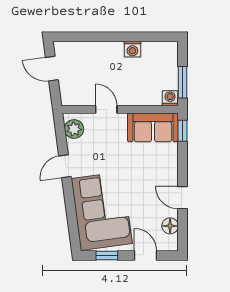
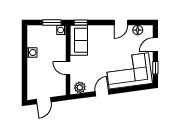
door: (106, 109) -> (68, 68), hinge flipped
door: (65, 166) -> (102, 93), swing flipped

